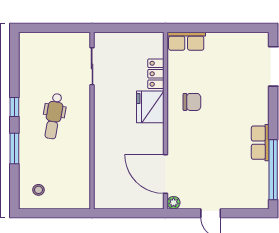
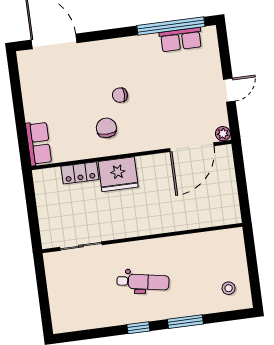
chair: (219, 117) -> (120, 95), added
row of seats: (260, 143) -> (181, 40), moved

